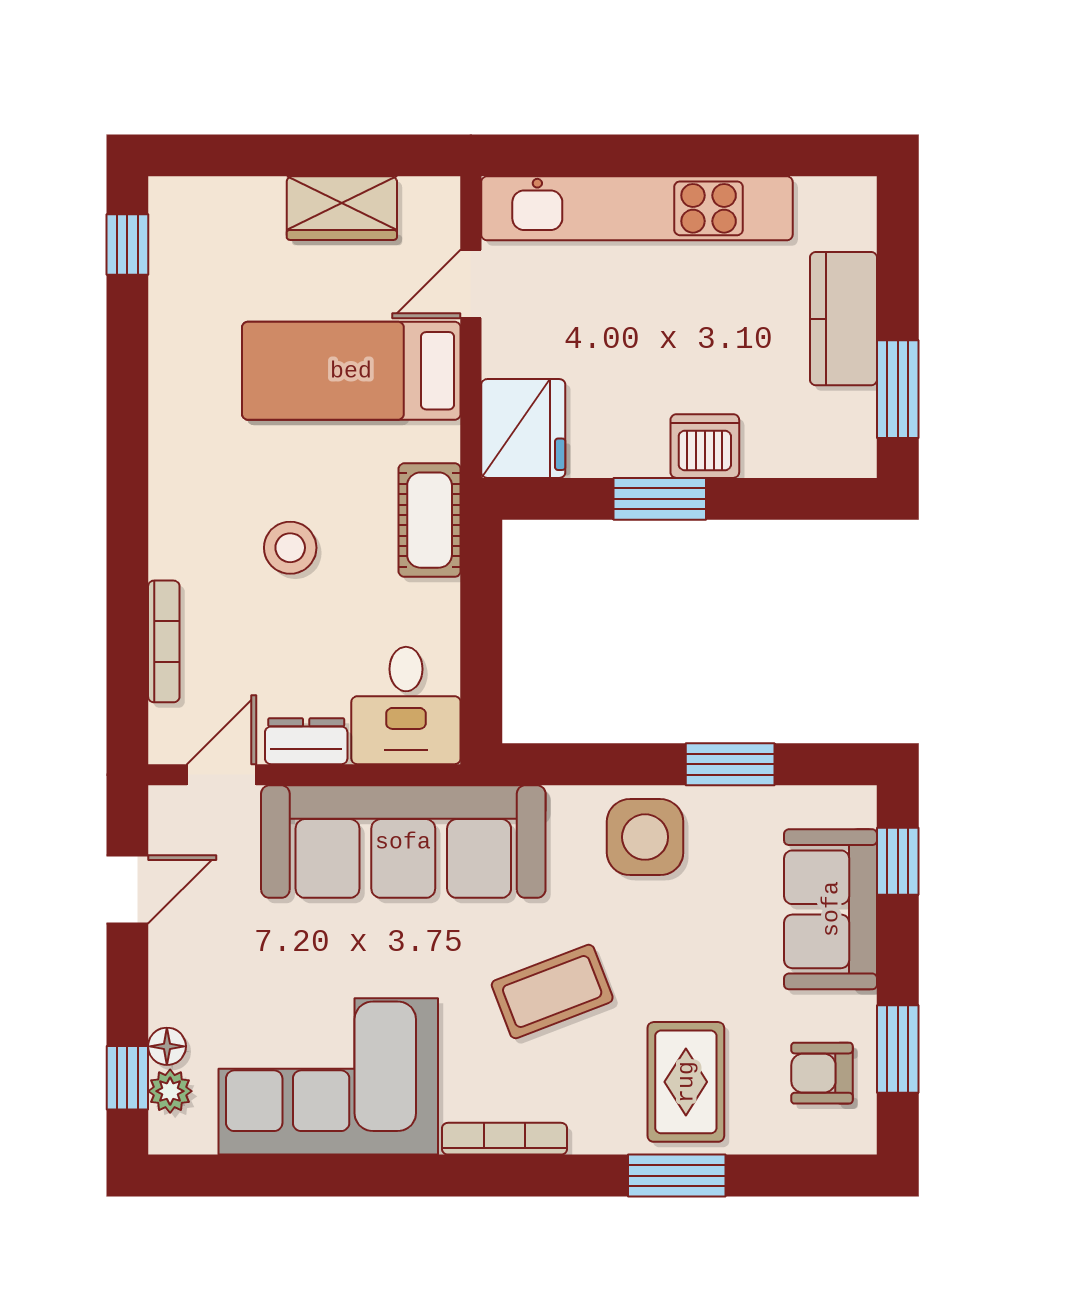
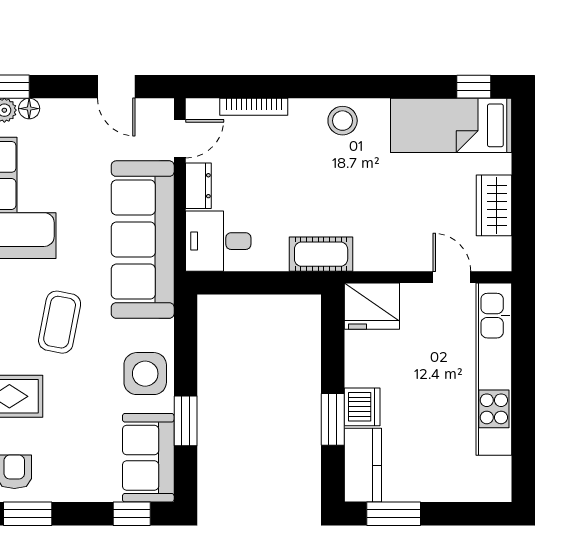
kitchen counter: (843, 319) -> (363, 465), moved, turned 90
bed: (351, 371) -> (451, 125), moved, turned -90
window: (660, 499) -> (333, 419), moved
stool: (290, 548) -> (343, 121), moved
door: (222, 775) -> (180, 139), hinge flipped
sofa: (831, 909) -> (148, 458), moved, turned -90
coffee table: (552, 991) -> (60, 322), turned 32

